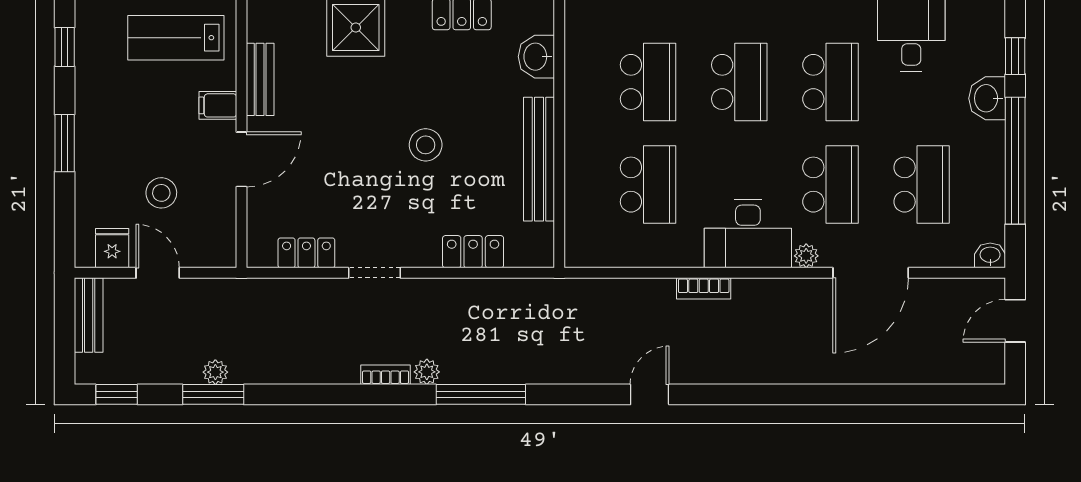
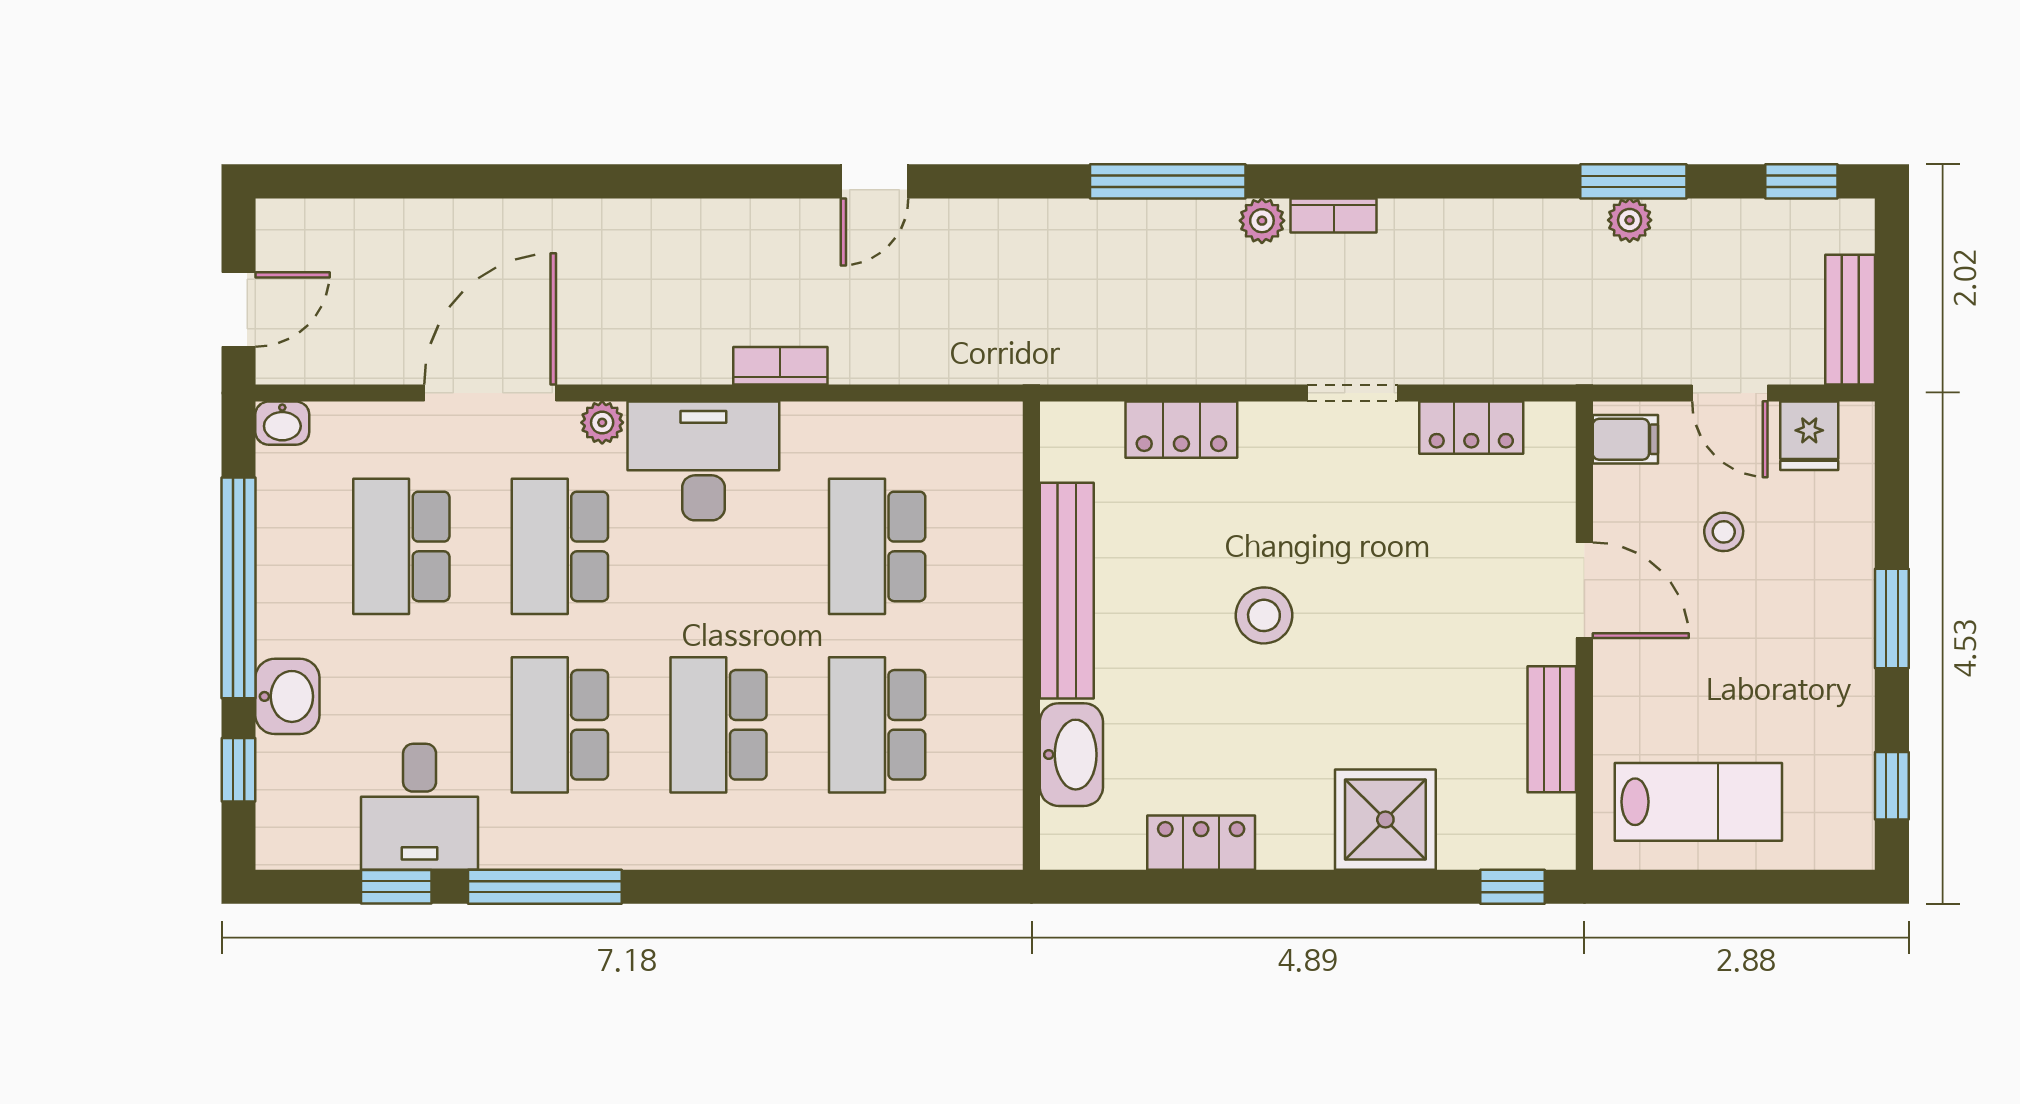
washbasin: (536, 57) -> (1071, 755), width x1.38
filing cabinet: (218, 105) -> (1625, 439), moved
door: (241, 159) -> (1584, 590), swing flipped
stool: (161, 193) -> (1724, 532), width x0.73, depth x0.73

